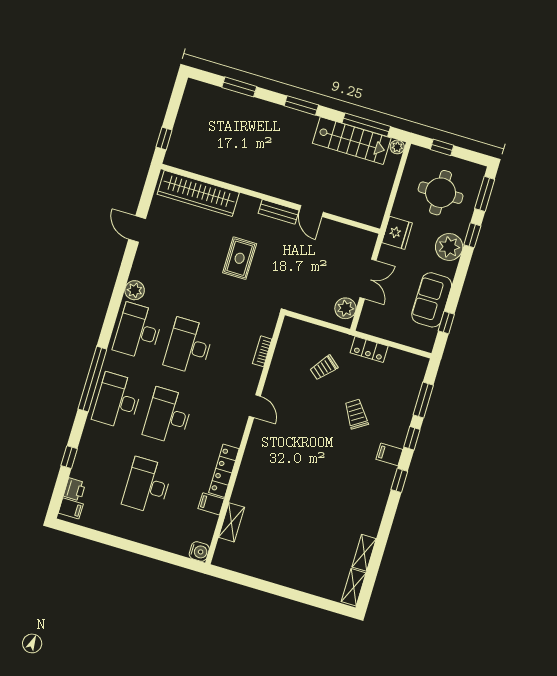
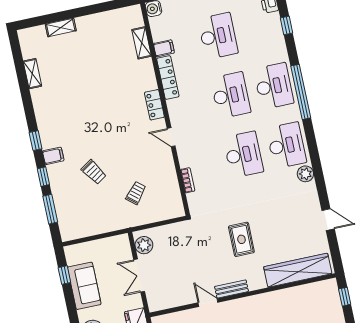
locker: (369, 349) -> (154, 105), moved, turned -90
shelving: (354, 587) -> (61, 27), moved, turned 90

